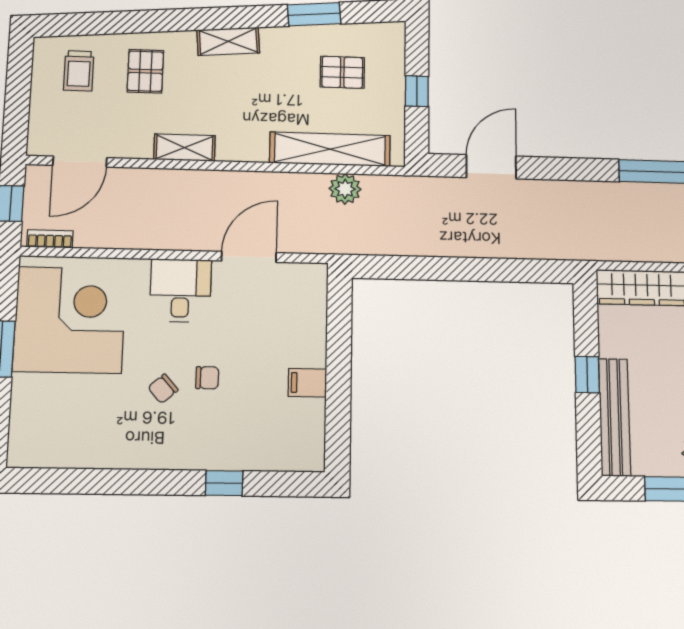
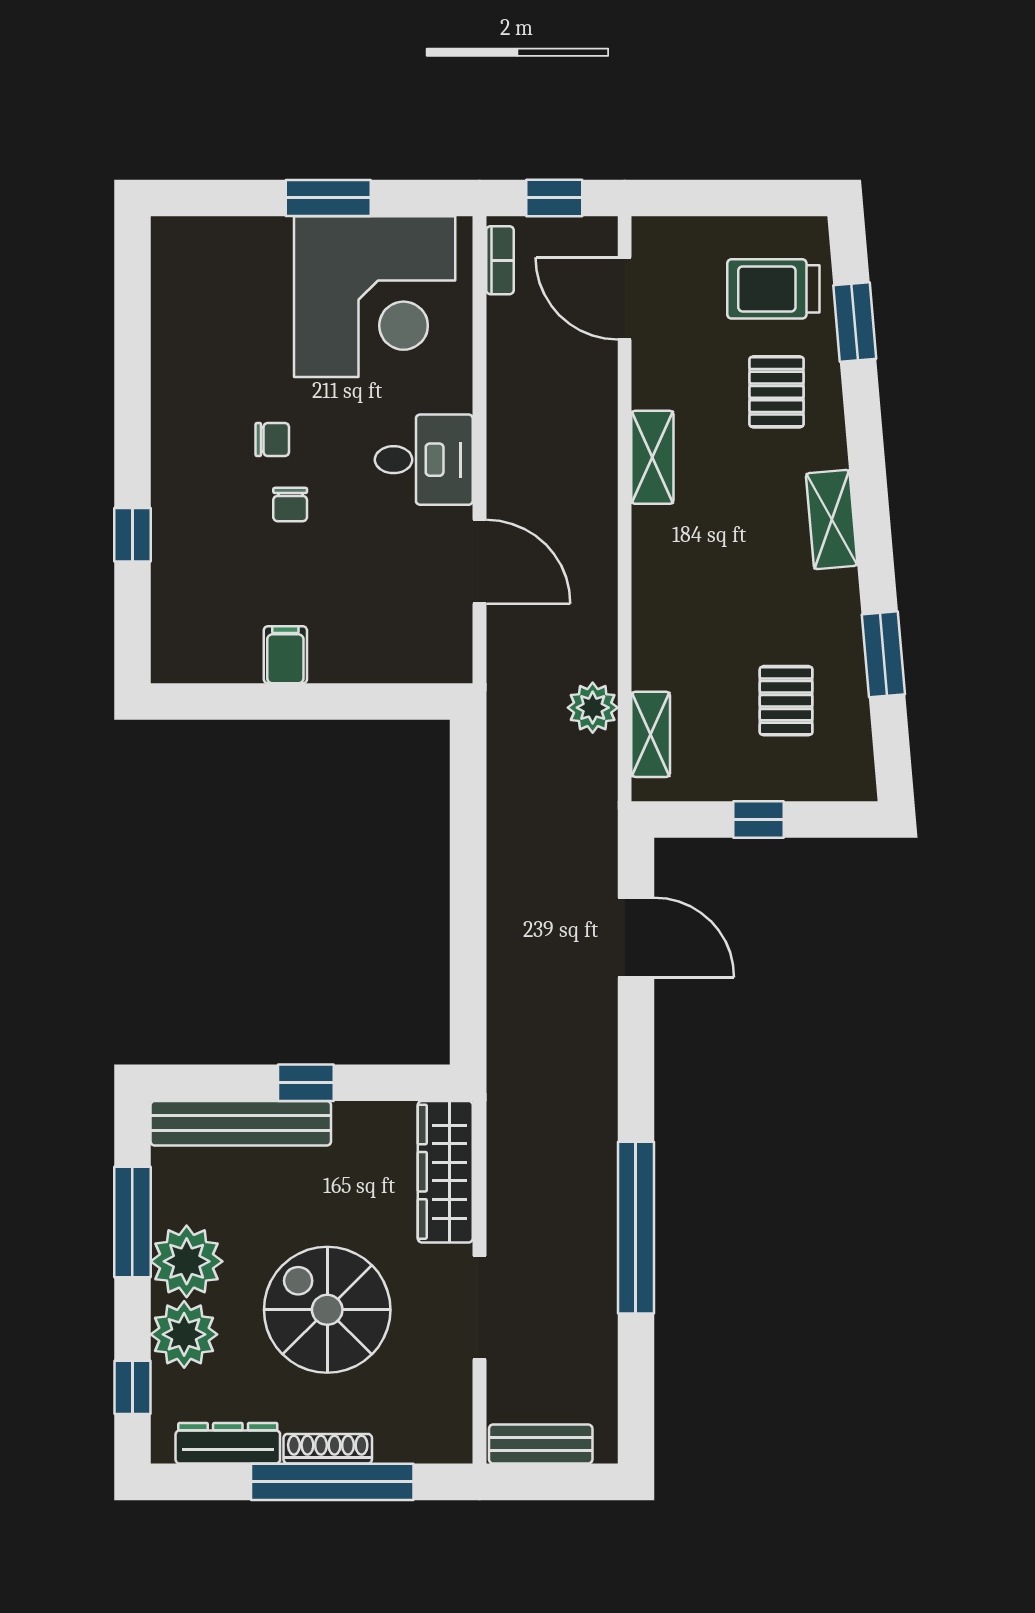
window: (103, 23) -> (855, 322), added
trolley: (79, 71) -> (773, 289), width x1.36, depth x1.39
pallet: (145, 71) -> (776, 392), turned 90
shelving: (330, 149) -> (651, 734), width x0.45, depth x0.75
chair: (163, 389) -> (272, 439), turned 131

